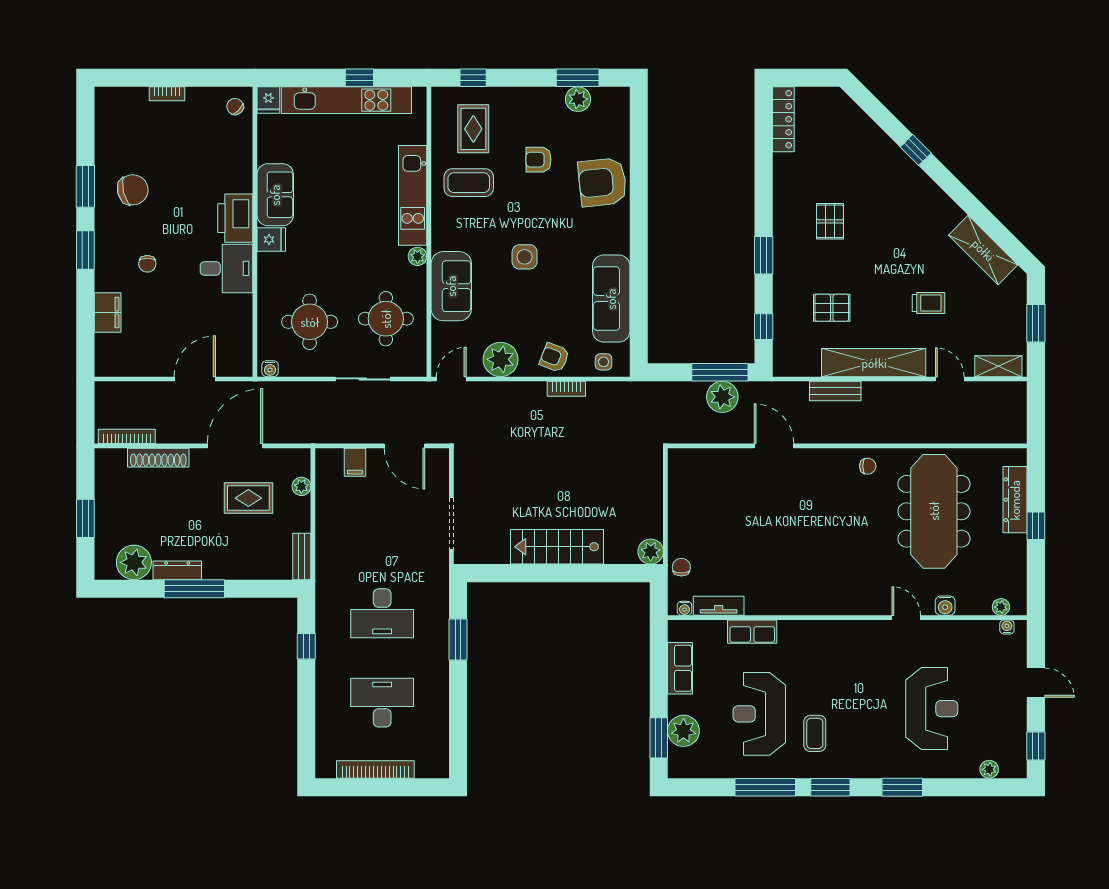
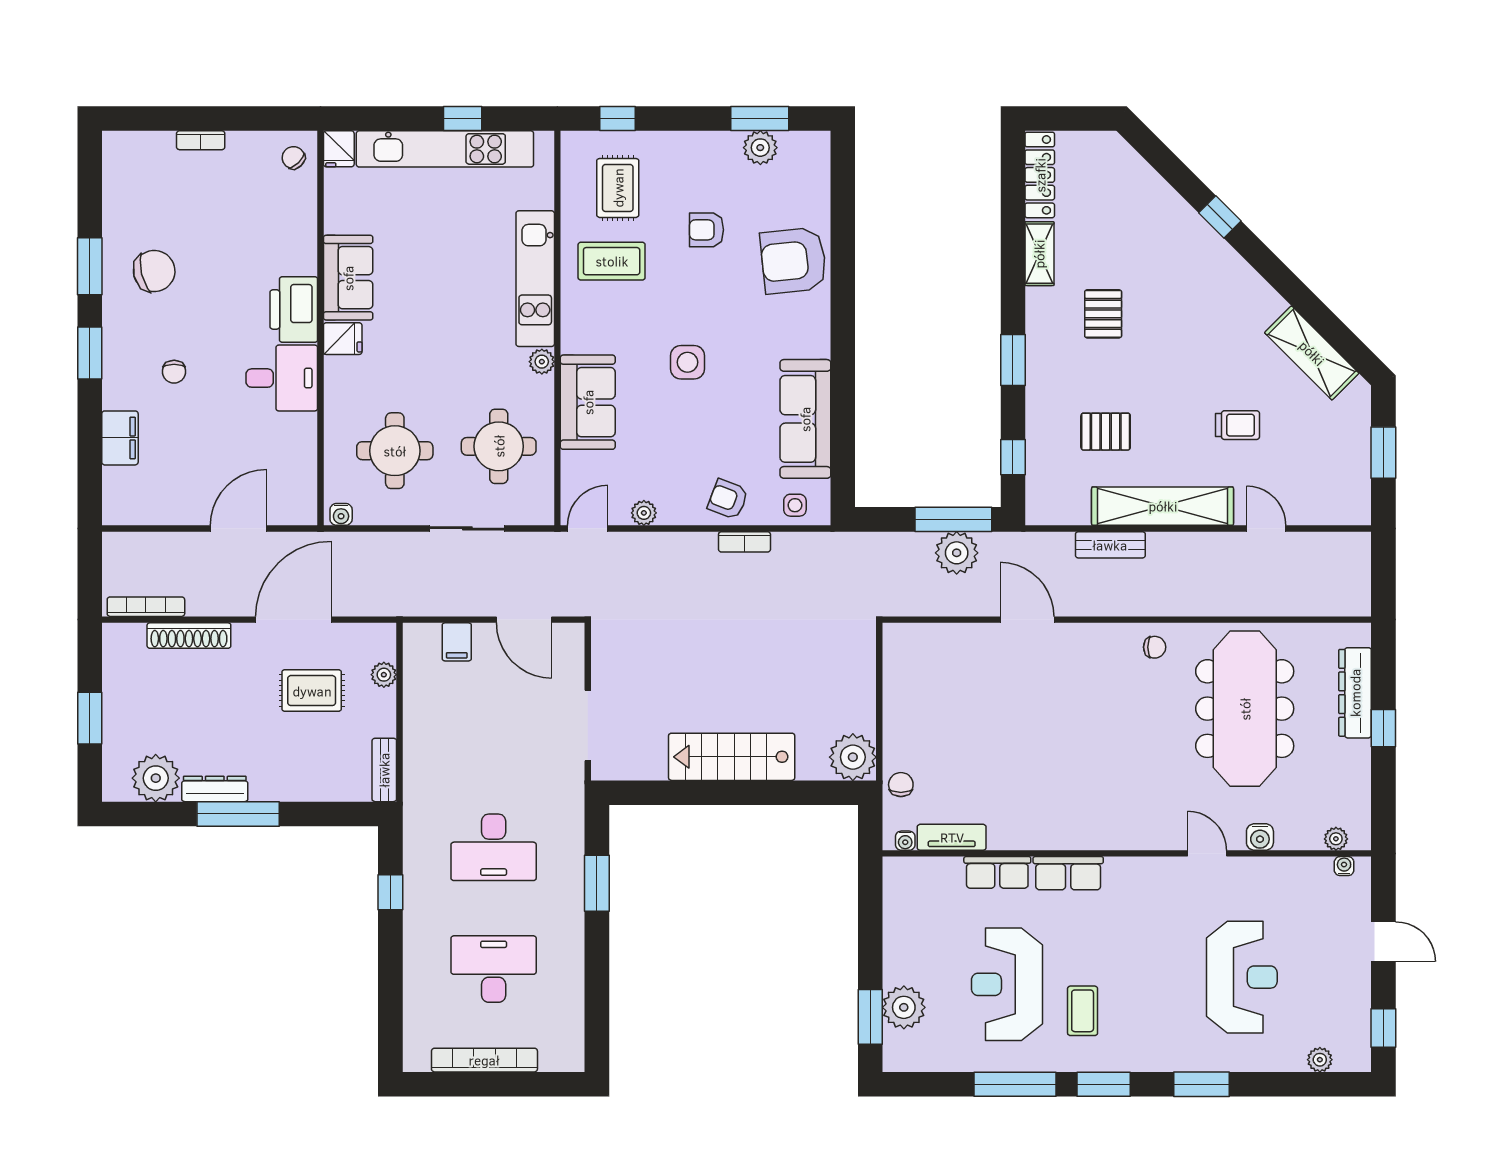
plant: (501, 359) -> (644, 513), width x0.53, depth x0.53
shelving: (998, 366) -> (1039, 254), moved, turned 90
plant: (651, 552) -> (853, 757), width x1.36, depth x1.36
row of seats: (680, 668) -> (1068, 873), moved, turned 90

